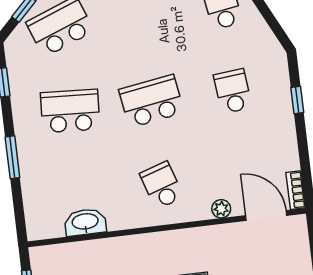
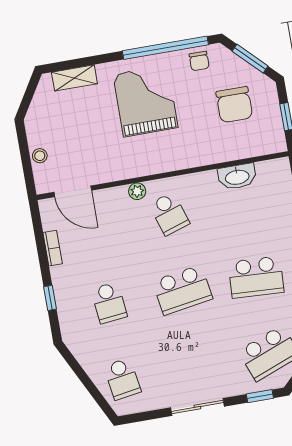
bookcase: (296, 190) -> (53, 248), moved
plant: (221, 209) -> (137, 191), moved
stool: (300, 256) -> (40, 156), added

